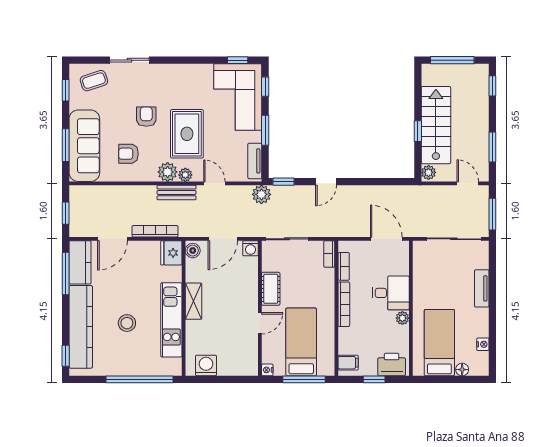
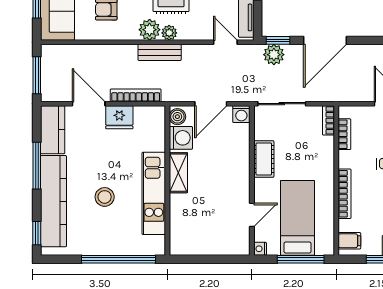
door: (326, 182) -> (325, 40), width x1.88
door: (214, 183) -> (225, 42), moved
plant: (261, 194) -> (274, 55), moved
window: (66, 213) -> (37, 75), width x1.50
door: (112, 239) -> (89, 104), swing flipped
fridge: (171, 253) -> (119, 117), moved, turned -90
window: (66, 274) -> (37, 166), moved
bookcase: (344, 304) -> (345, 194), moved
door: (260, 323) -> (252, 215), moved
washing machine: (206, 365) -> (181, 138), moved, turned 90

